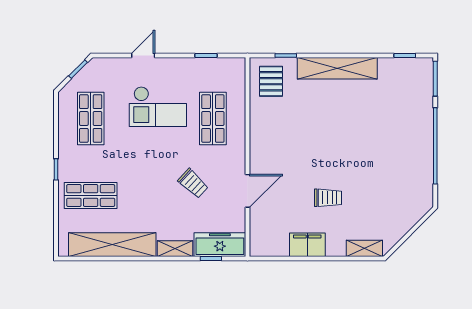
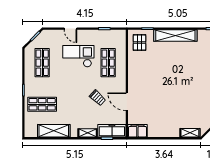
door: (143, 56) -> (70, 29), swing flipped
checkout: (158, 107) -> (78, 56), turned 180
door: (248, 191) -> (127, 102), swing flipped
trolley: (328, 198) -> (170, 106), removed
shelving: (112, 245) -> (54, 131), width x0.68
filing cabinet: (307, 245) -> (137, 131), moved

